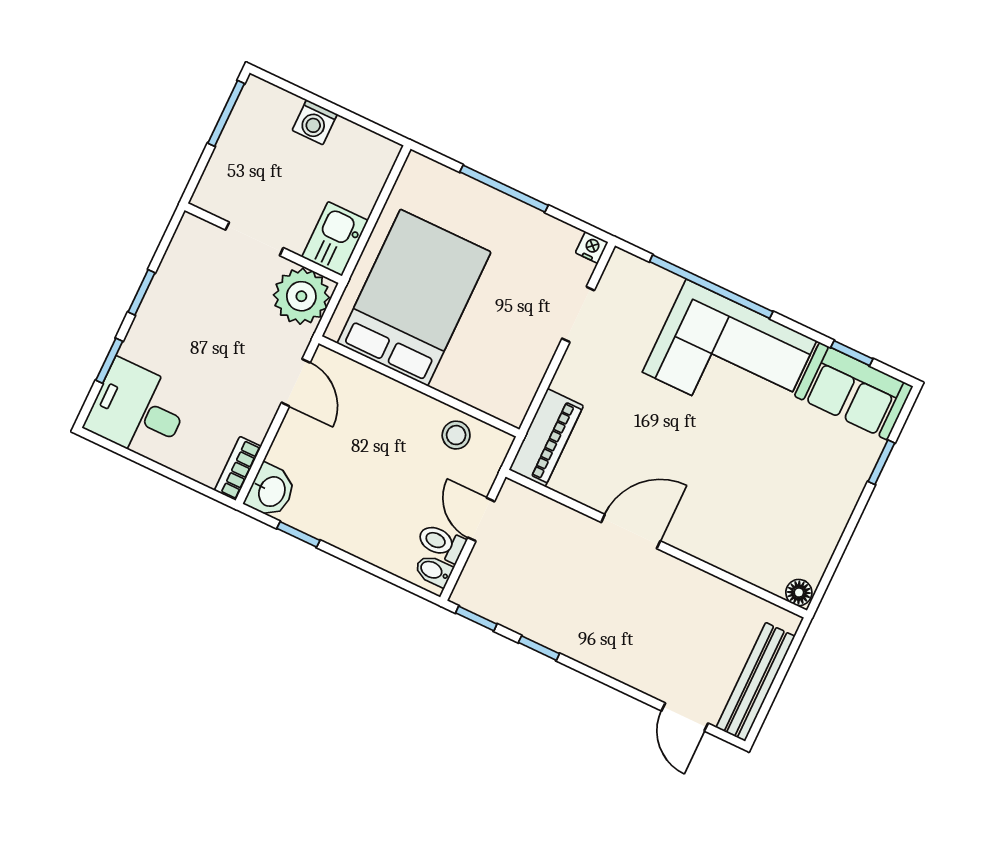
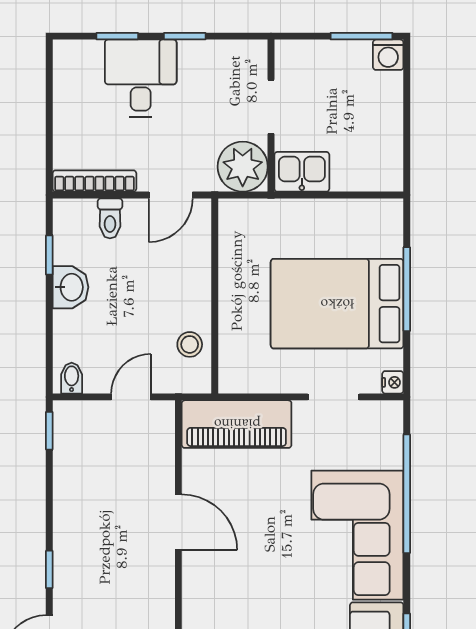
washing machine: (315, 122) -> (388, 55), moved, turned -90
bed: (414, 298) -> (337, 304), moved, turned 180
desk: (138, 410) -> (141, 78), moved
piano: (546, 438) -> (237, 424), width x1.37, depth x1.33
bookcase: (238, 468) -> (94, 181), width x1.56
washbasin: (271, 491) -> (71, 287), moved, turned -90
toilet: (441, 543) -> (110, 218), moved, turned 180
window: (539, 648) -> (49, 569), moved

